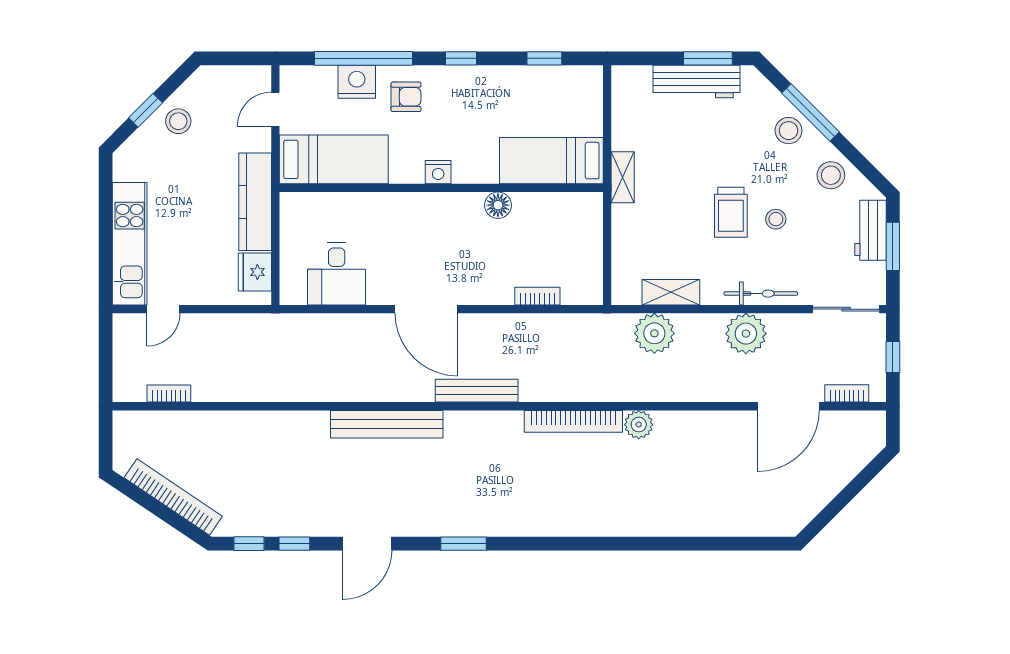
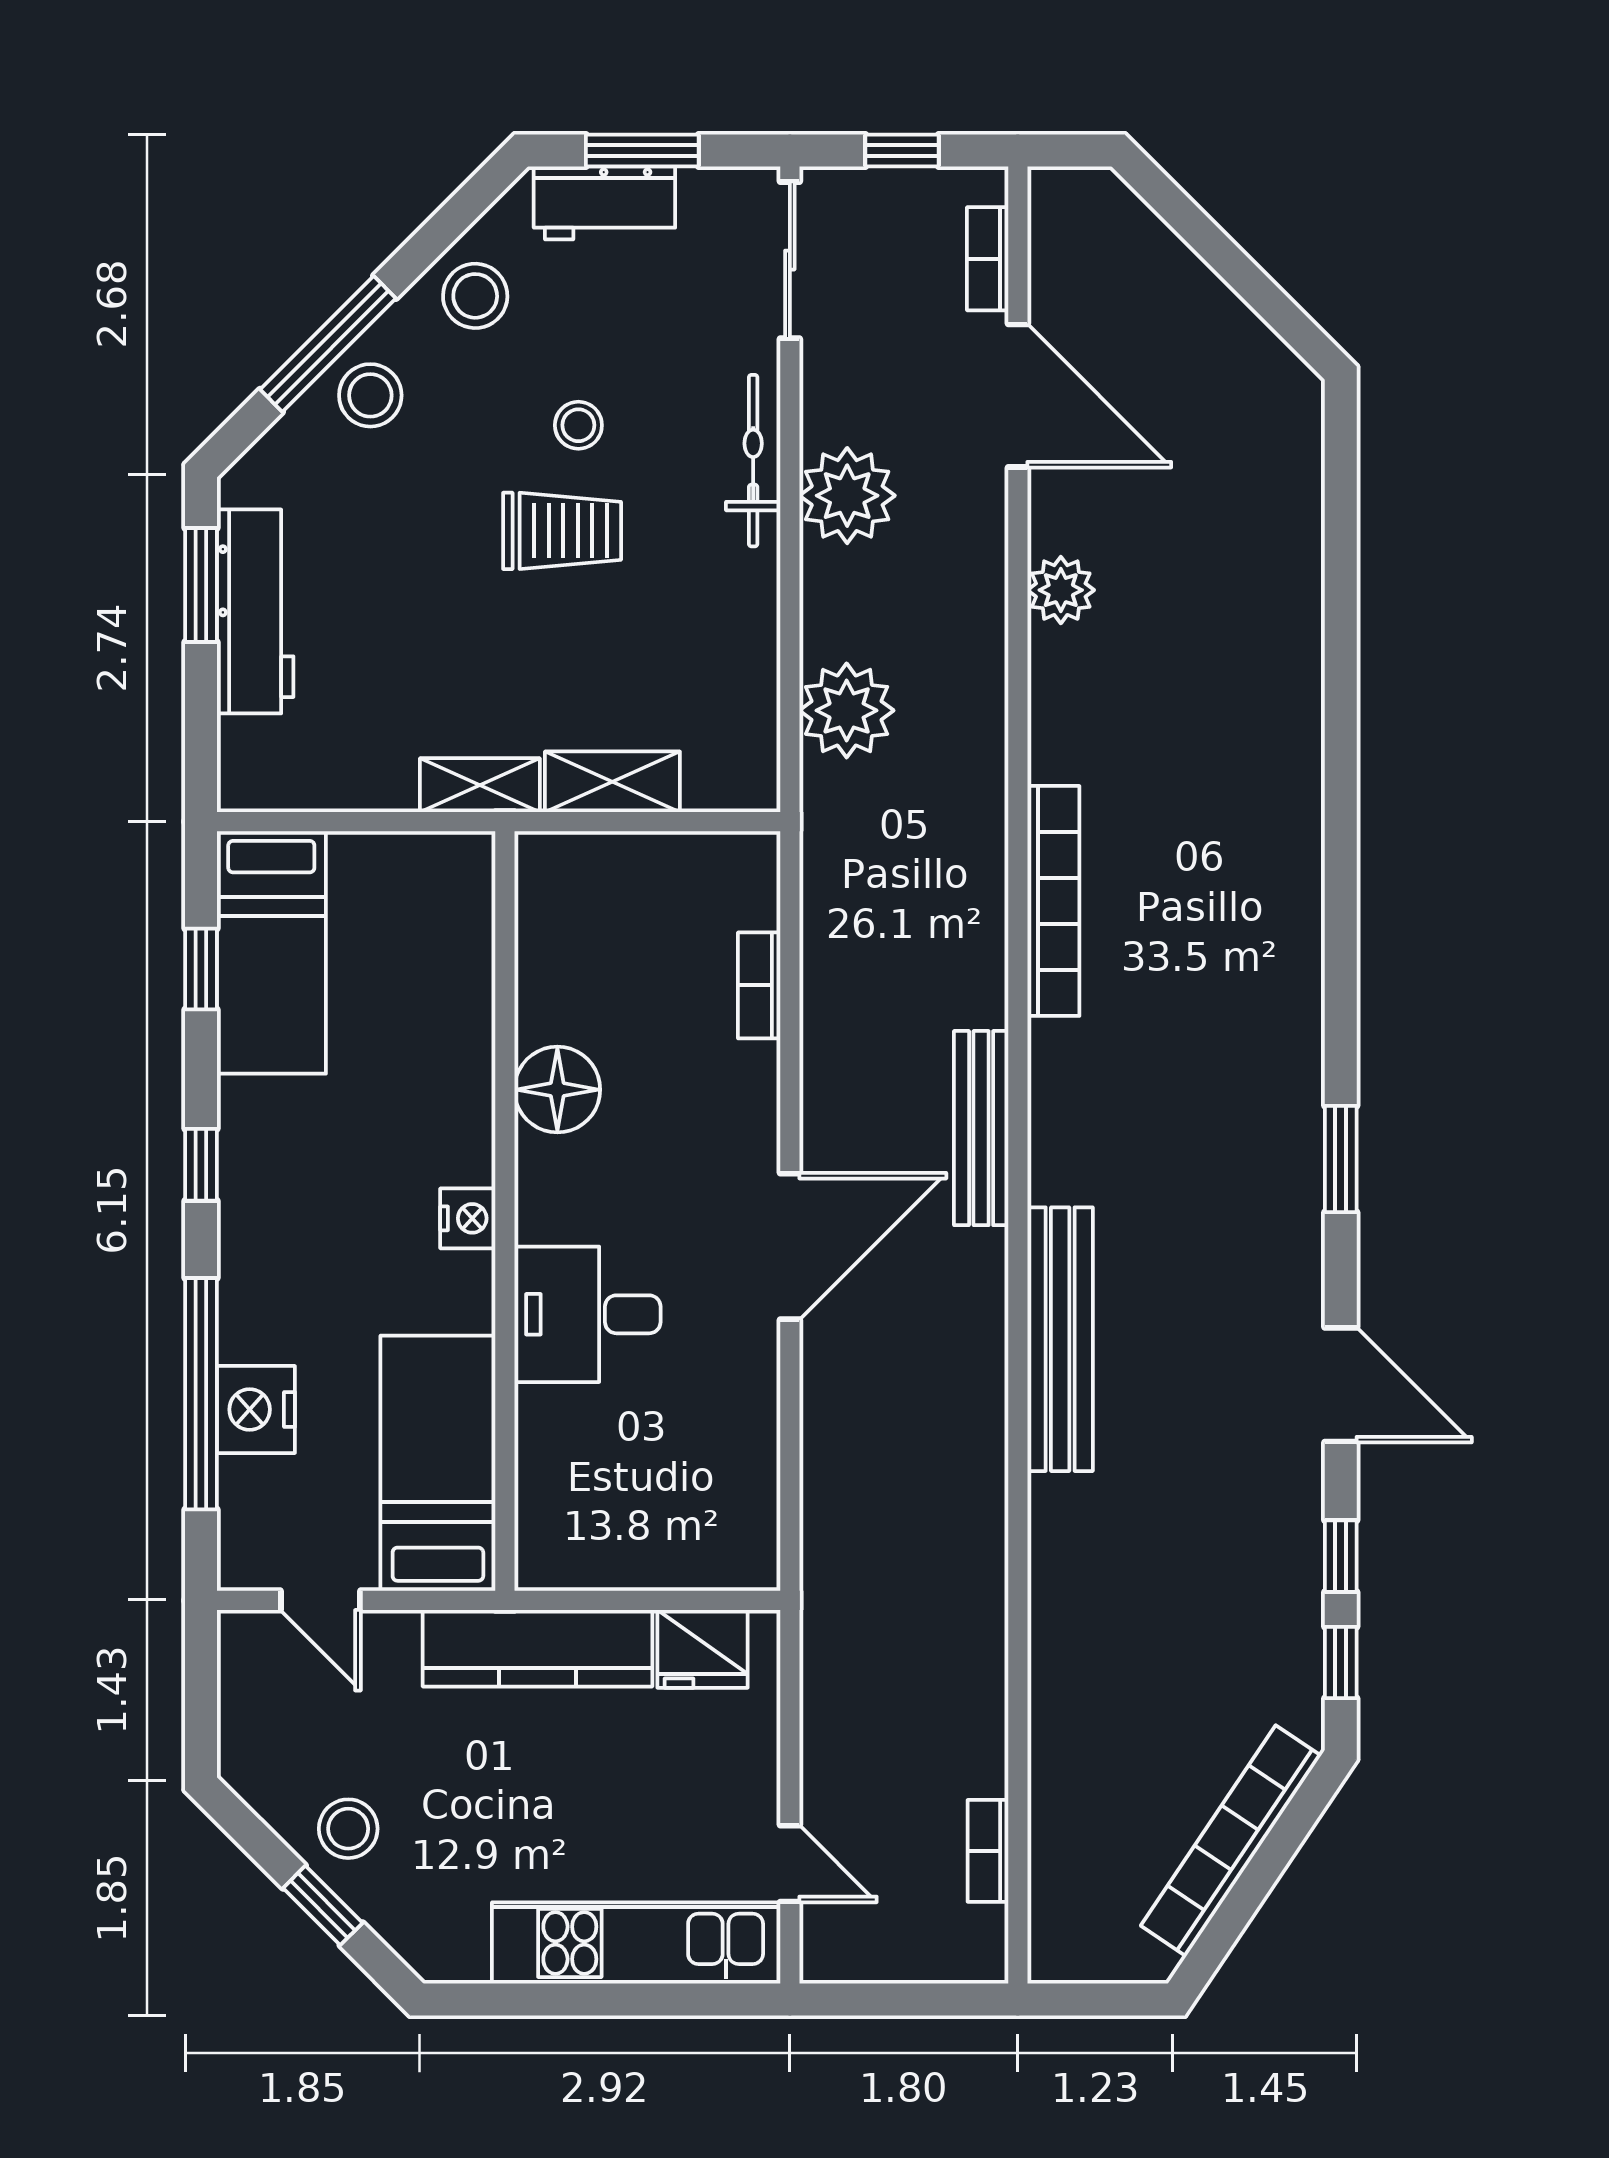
armchair: (406, 97) -> (291, 1294), removed
bed: (551, 161) -> (271, 952), moved
floor lamp: (498, 205) -> (557, 1090), width x1.38, depth x1.38
desk: (337, 274) -> (587, 1314), moved, turned 180
shelving: (671, 292) -> (612, 782), moved, turned 90
plant: (639, 425) -> (1061, 590), moved

